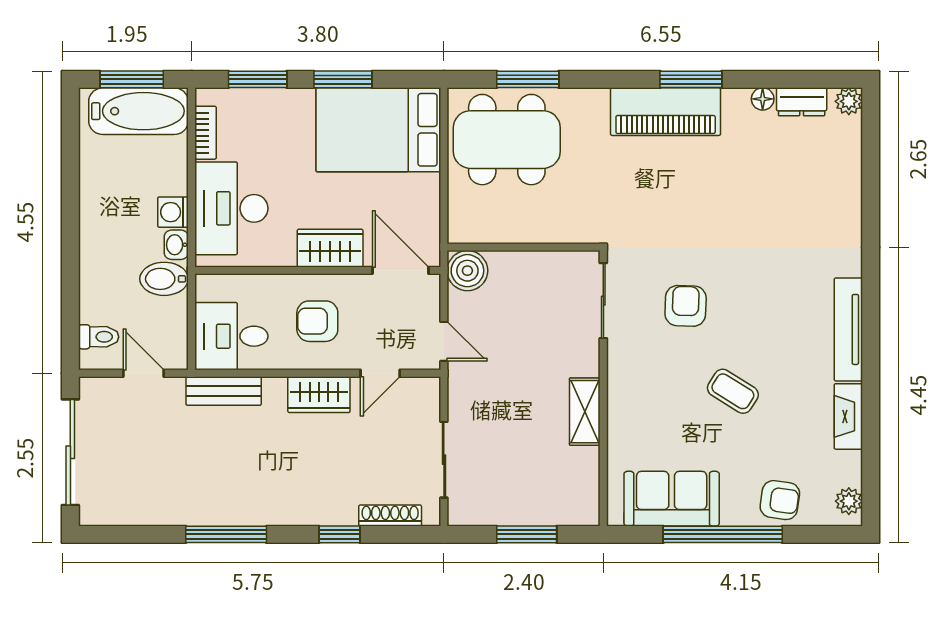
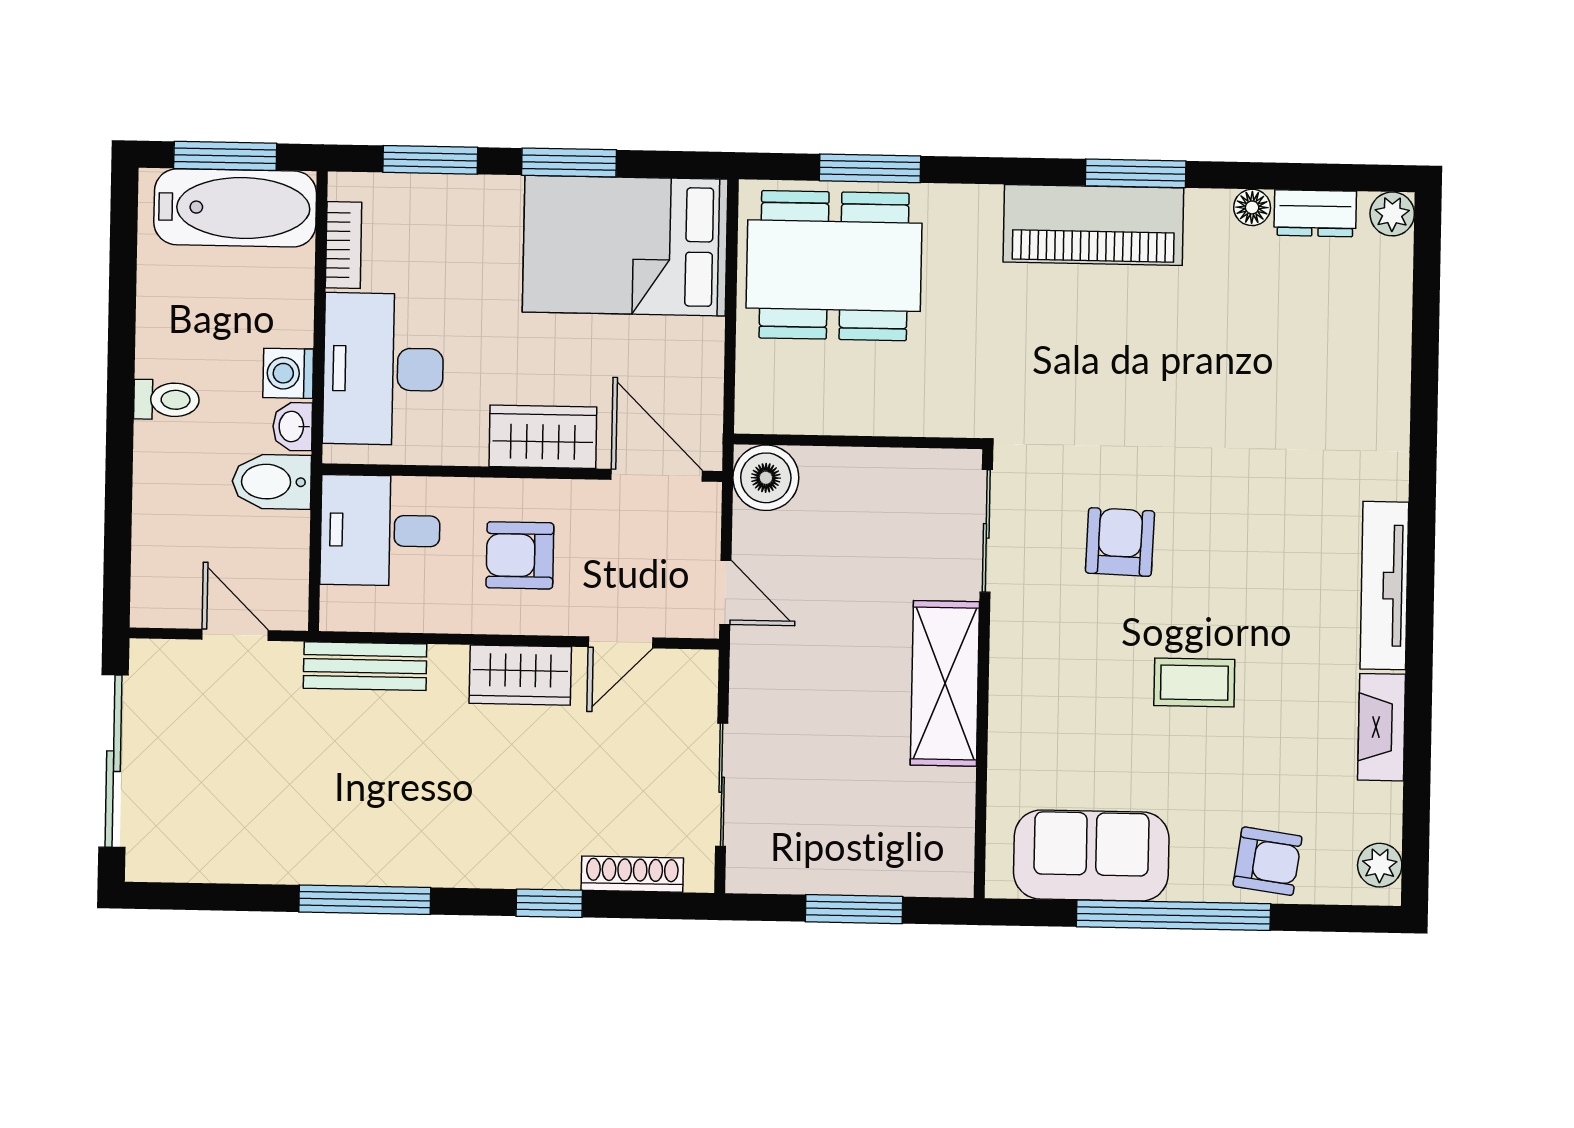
desk: (231, 336) -> (380, 530), moved
toilet: (99, 337) -> (166, 400), moved
coffee table: (733, 391) -> (1194, 683), turned -32
shelving: (585, 412) -> (945, 683), width x1.50, depth x1.33

